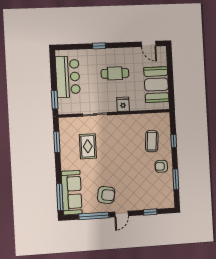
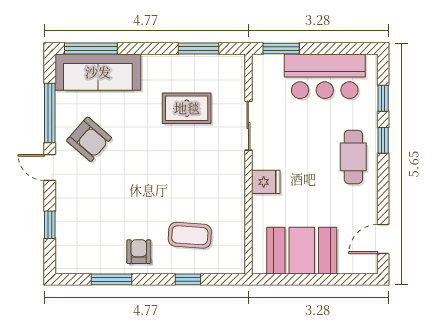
window: (78, 47) -> (383, 98), added
cafe table: (115, 73) -> (353, 157), moved
armchair: (106, 195) -> (89, 139), turned -59

